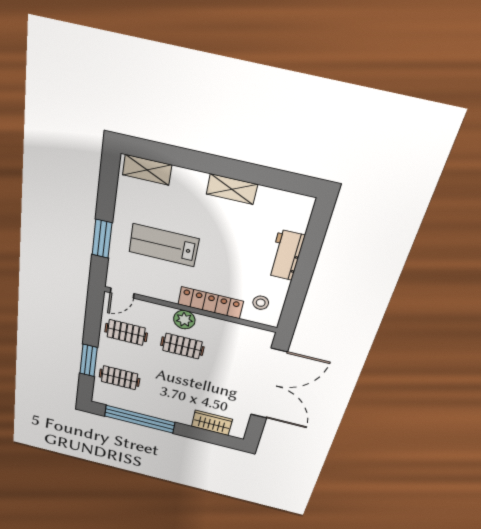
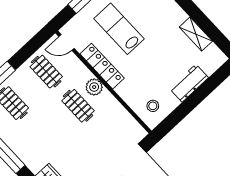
shelving: (232, 189) -> (196, 34), moved
locker: (210, 303) -> (102, 66), moved

